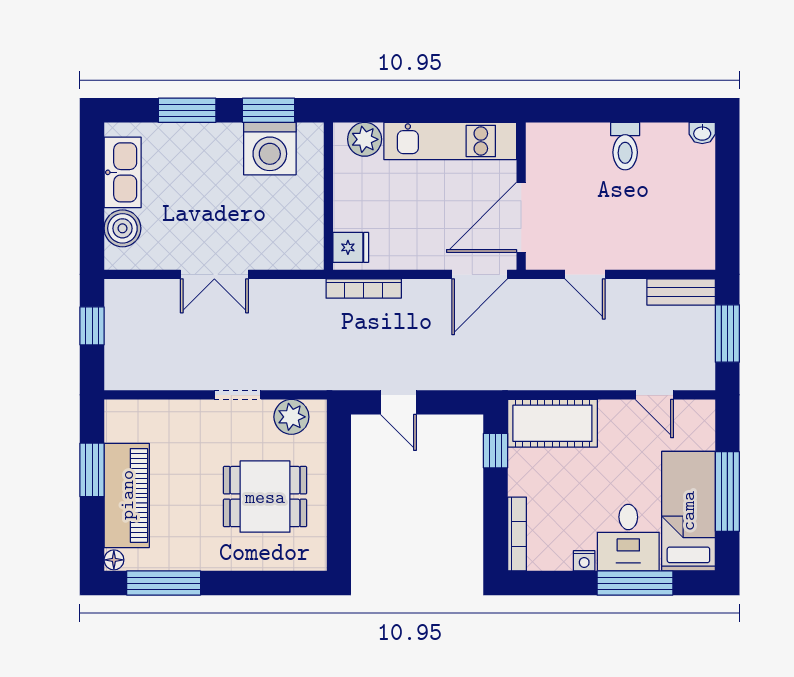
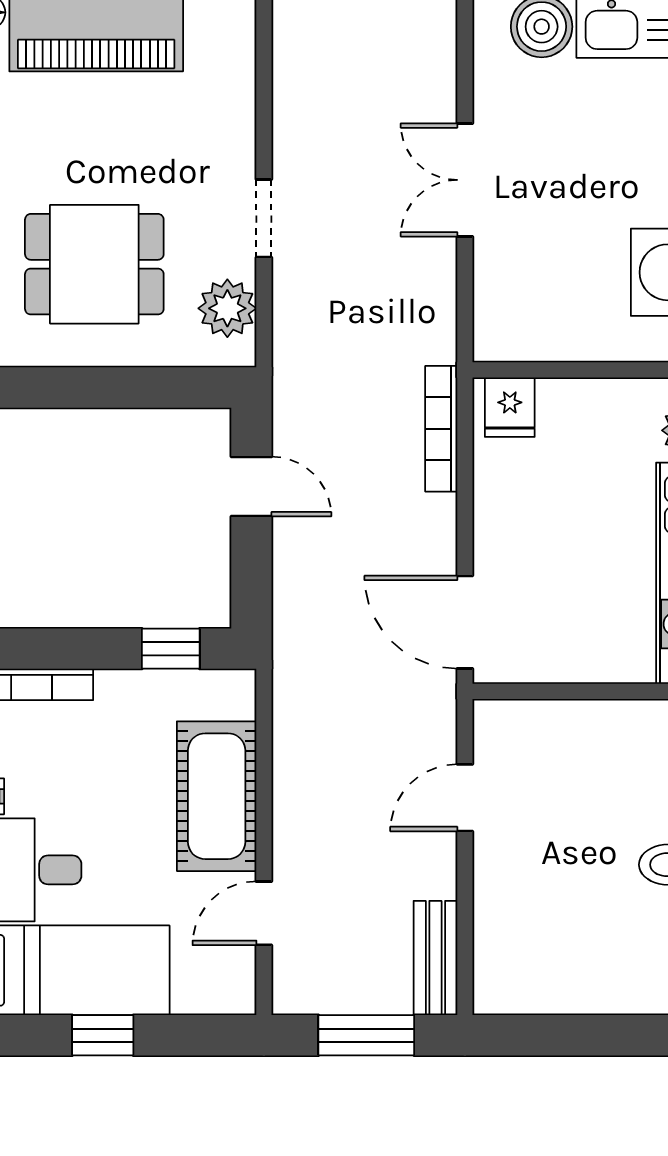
door: (521, 217) -> (560, 691), removed
door: (398, 402) -> (251, 487), swing flipped
cot: (552, 423) -> (217, 796), moved
window: (727, 492) -> (103, 1035), width x0.46
dining table: (265, 497) -> (94, 264), turned 90

